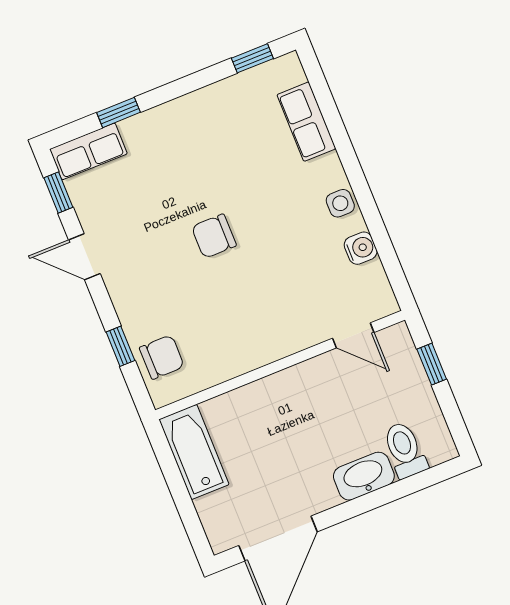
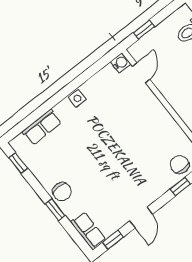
window: (118, 112) -> (55, 210), moved
chair: (214, 236) -> (62, 192), moved
water cooler: (361, 248) -> (121, 63), moved, turned 90

